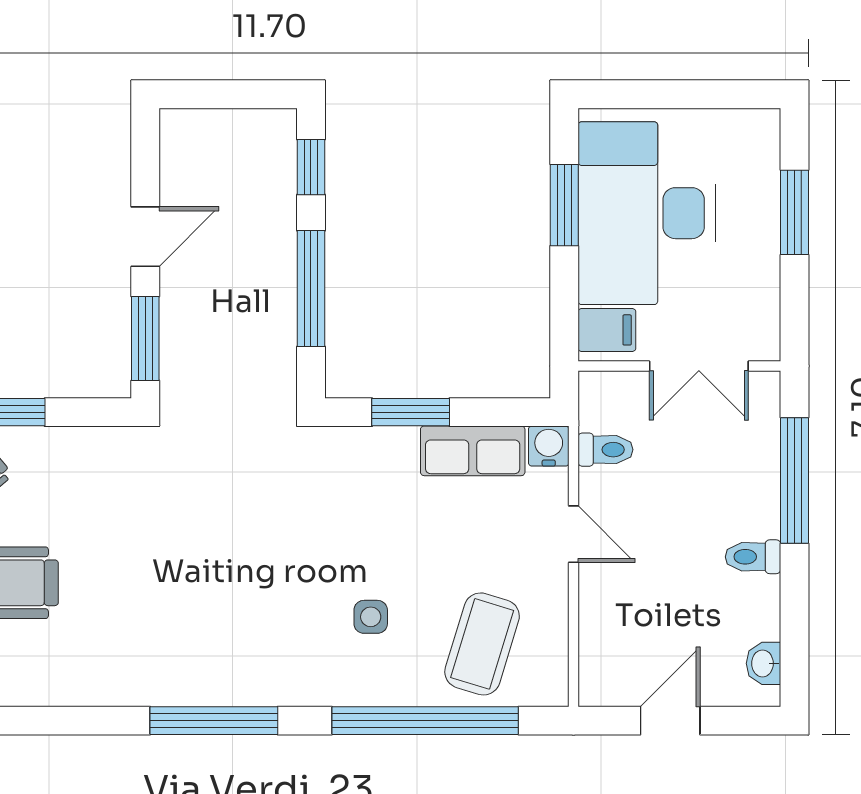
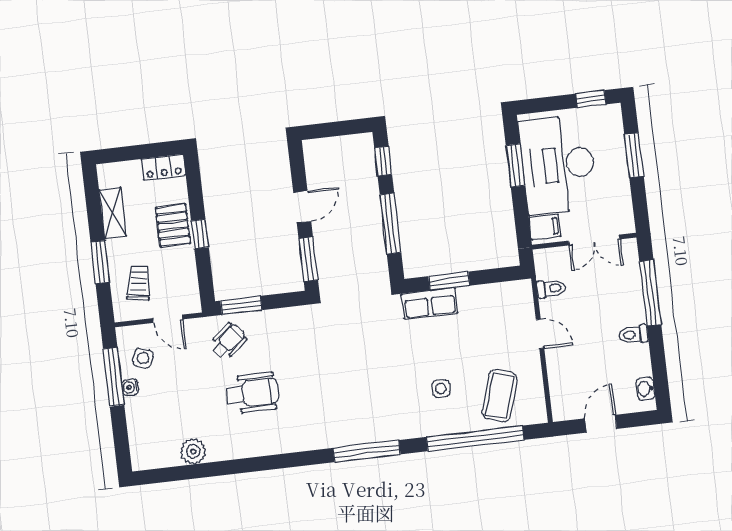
window: (724, 94) -> (591, 99), added
water cooler: (549, 446) -> (522, 290), removed
row of seats: (473, 451) -> (430, 303), moved

